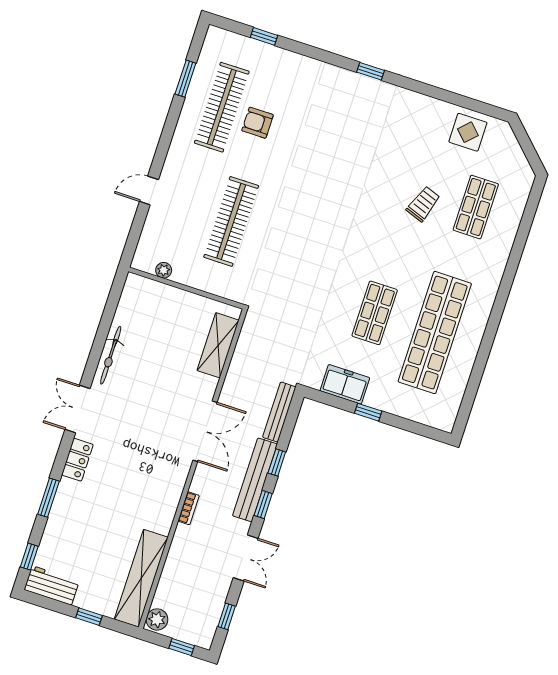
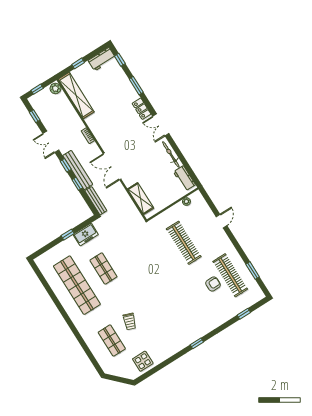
workbench: (130, 303) -> (184, 178), added
double door: (77, 409) -> (161, 125), swing flipped

